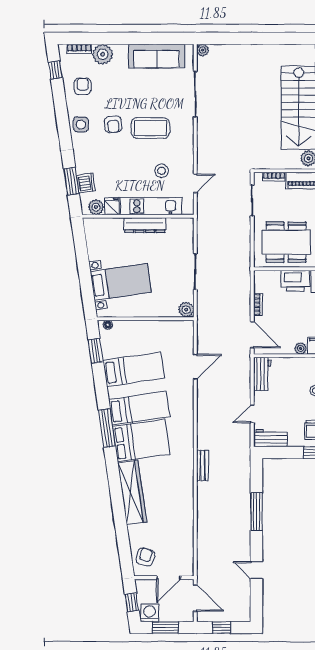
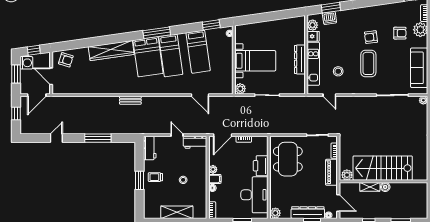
armchair: (83, 86) -> (400, 33), moved
side table: (81, 124) -> (371, 14), removed
bed with nightstands: (121, 282) -> (255, 61), moved, turned -82
door: (252, 414) -> (177, 135), moved

